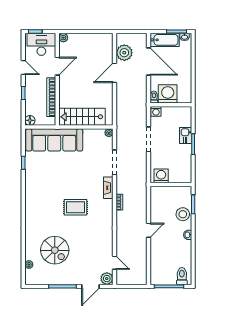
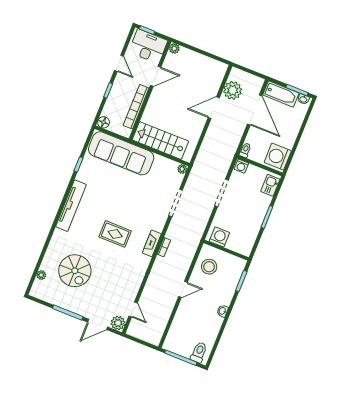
washing machine: (168, 94) -> (278, 157), moved, turned -90
kitchen sink: (186, 136) -> (270, 185), moved
fireplace: (108, 188) -> (152, 243), moved
tv unit: (31, 199) -> (71, 206), added
stool: (183, 214) -> (209, 267), moved

